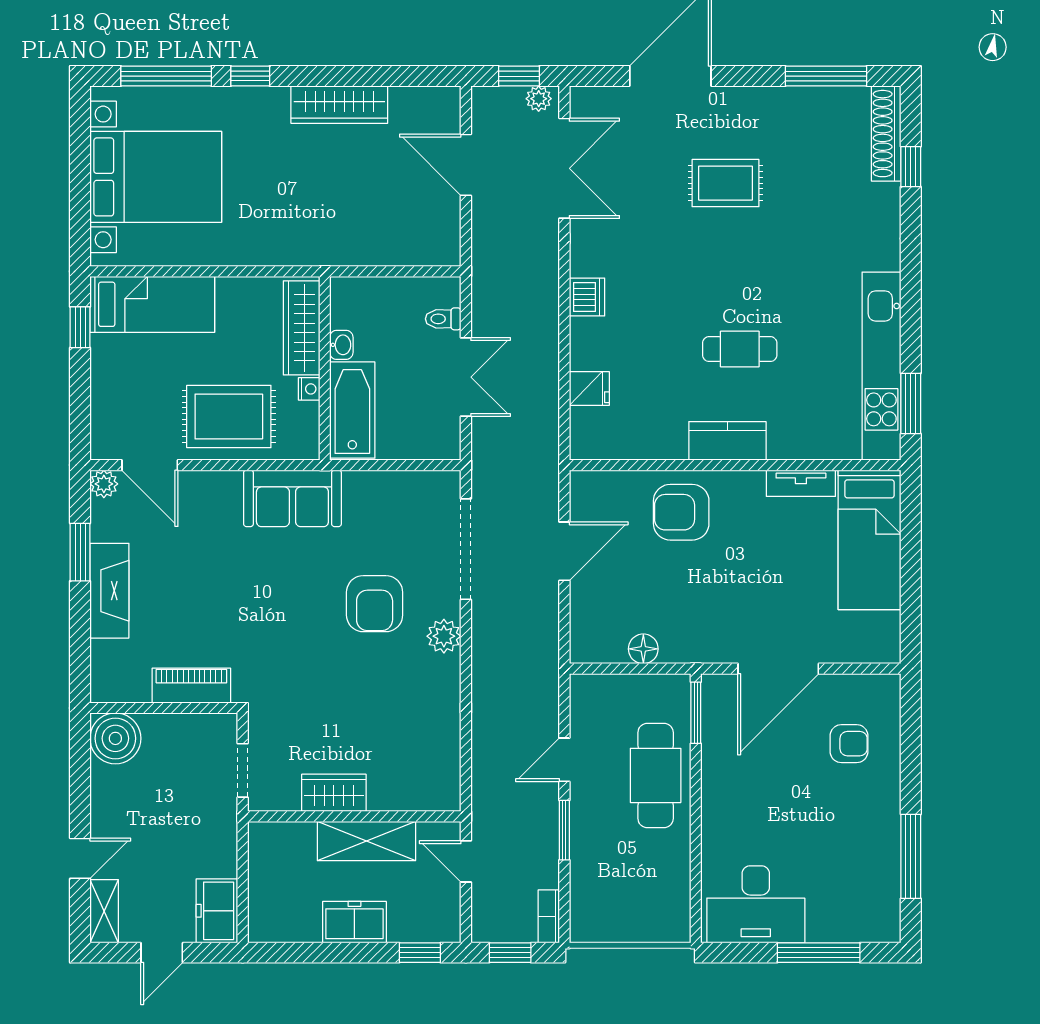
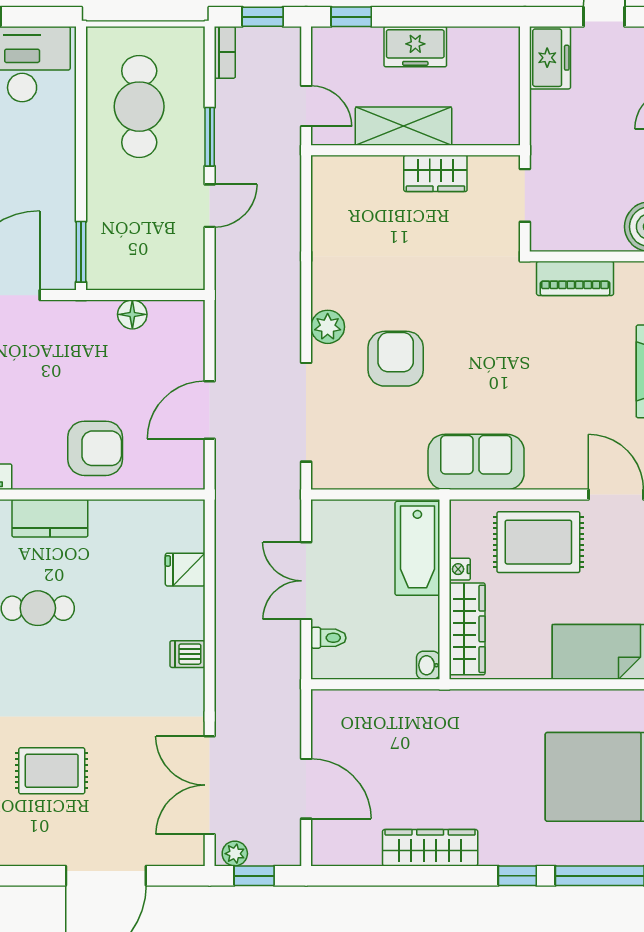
dishwasher: (587, 297) -> (187, 654), width x0.73
washbasin: (341, 345) -> (428, 665), moved
cafe table: (656, 775) -> (139, 107), moved

